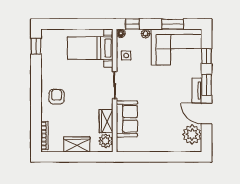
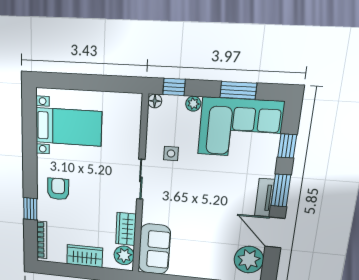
window: (36, 46) -> (30, 209), moved
bed with nightstands: (90, 48) -> (68, 127), moved, turned 180
side table: (126, 56) -> (171, 154), moved
sofa: (127, 119) -> (154, 249), moved

